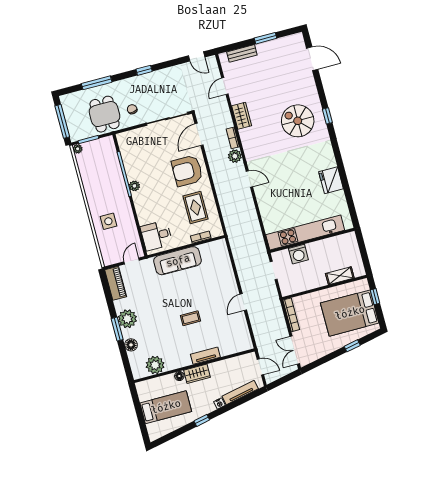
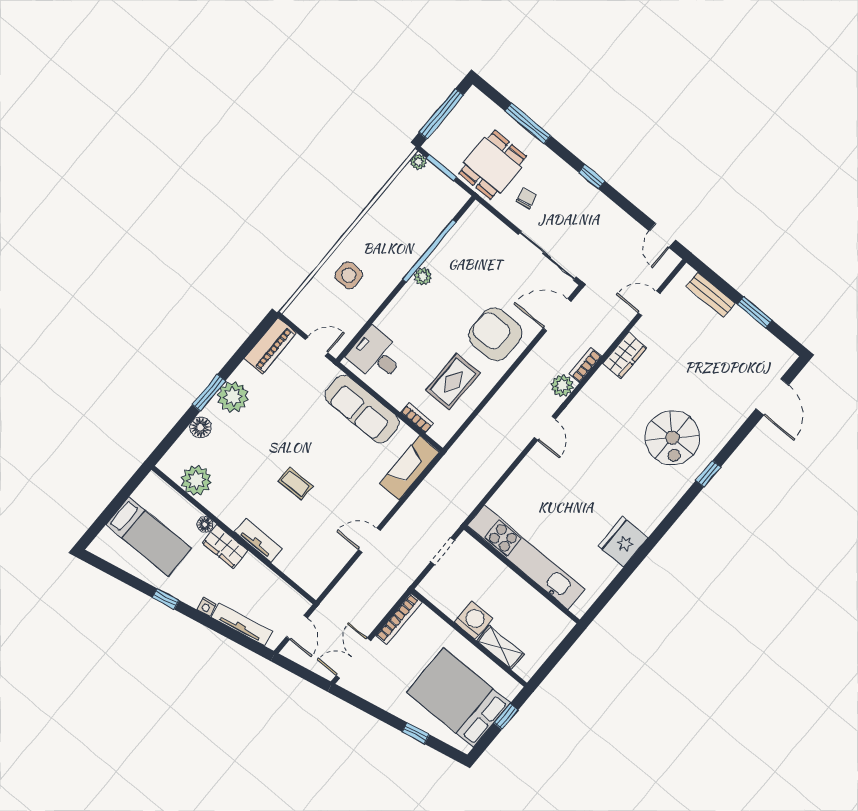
spiral stairs: (298, 121) -> (672, 438), turned 180
washing machine: (298, 254) -> (474, 620), moved, turned 180
fireplace: (222, 258) -> (409, 468), added

